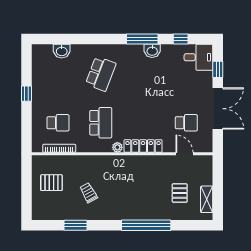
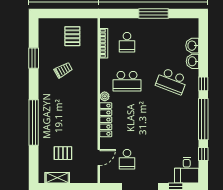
window: (104, 39) -> (203, 84), added
window: (142, 39) -> (203, 119), width x1.46
washbasin: (152, 51) -> (193, 61), moved
window: (27, 94) -> (153, 13), width x2.17

